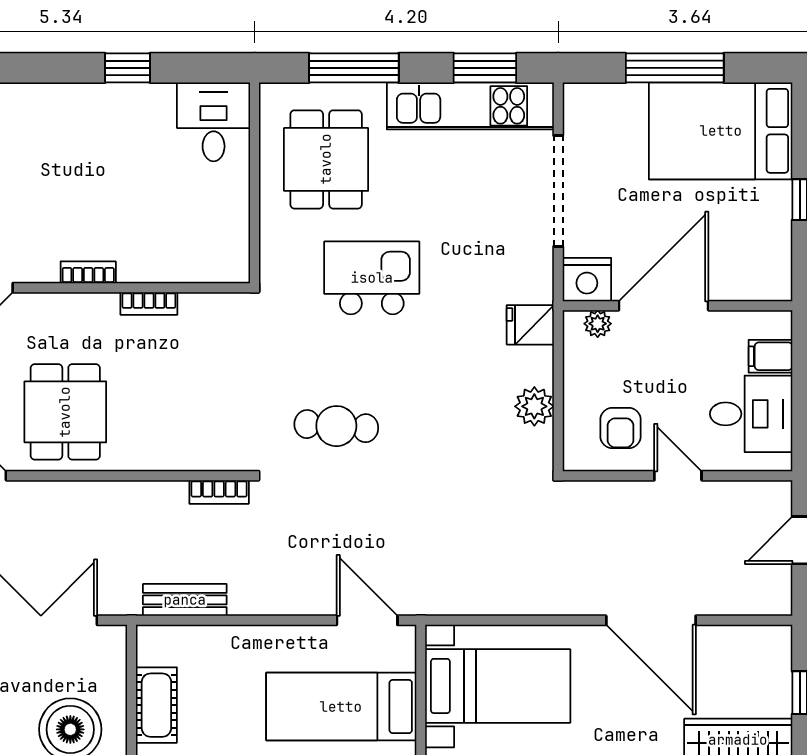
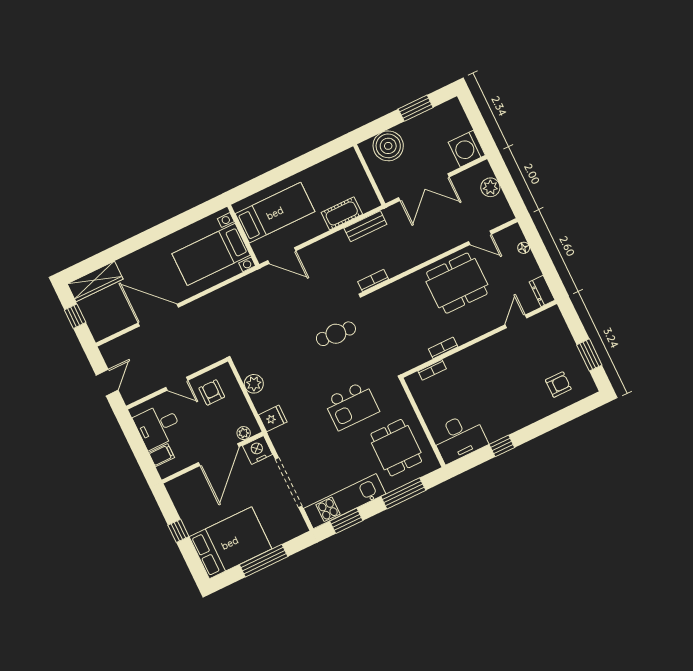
desk: (214, 122) -> (459, 438), width x1.37
bookcase: (88, 272) -> (432, 370), moved
dining table: (65, 412) -> (457, 283), width x1.38
cot: (156, 705) -> (342, 213), moved, turned 90

